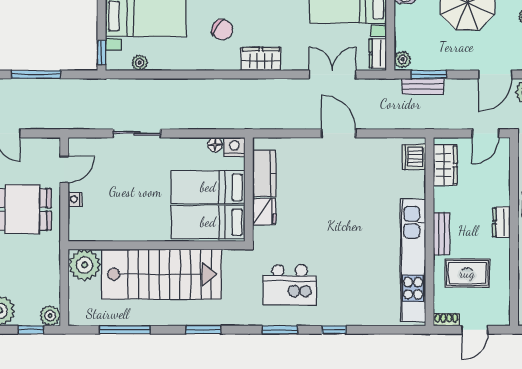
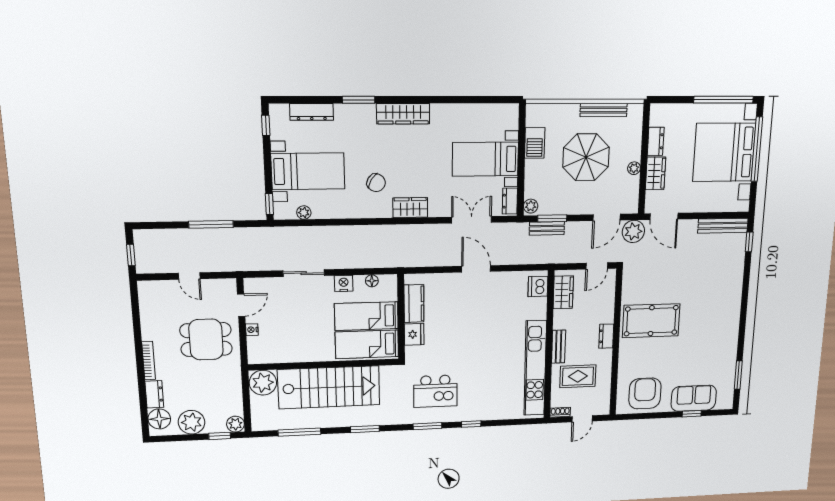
nightstand: (234, 147) -> (344, 283), moved

